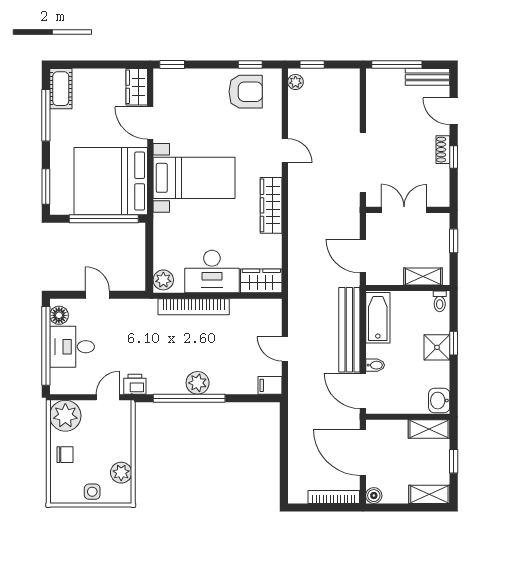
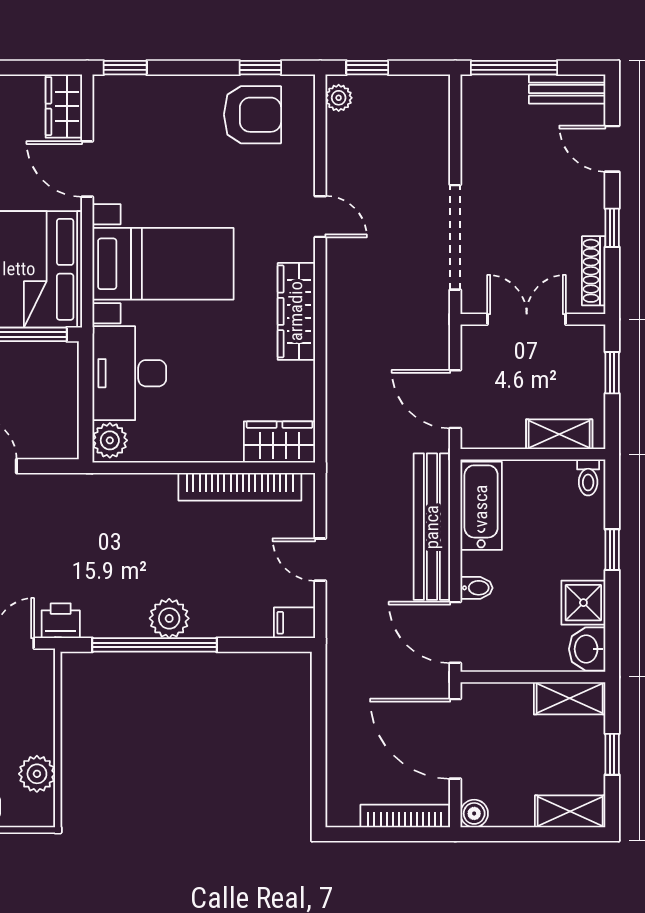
shoe rack: (443, 150) -> (594, 271), moved, width x1.43
desk: (212, 271) -> (129, 373), moved, turned 90
bookcase: (194, 307) -> (240, 487), moved
shower: (437, 347) -> (583, 603), moved

